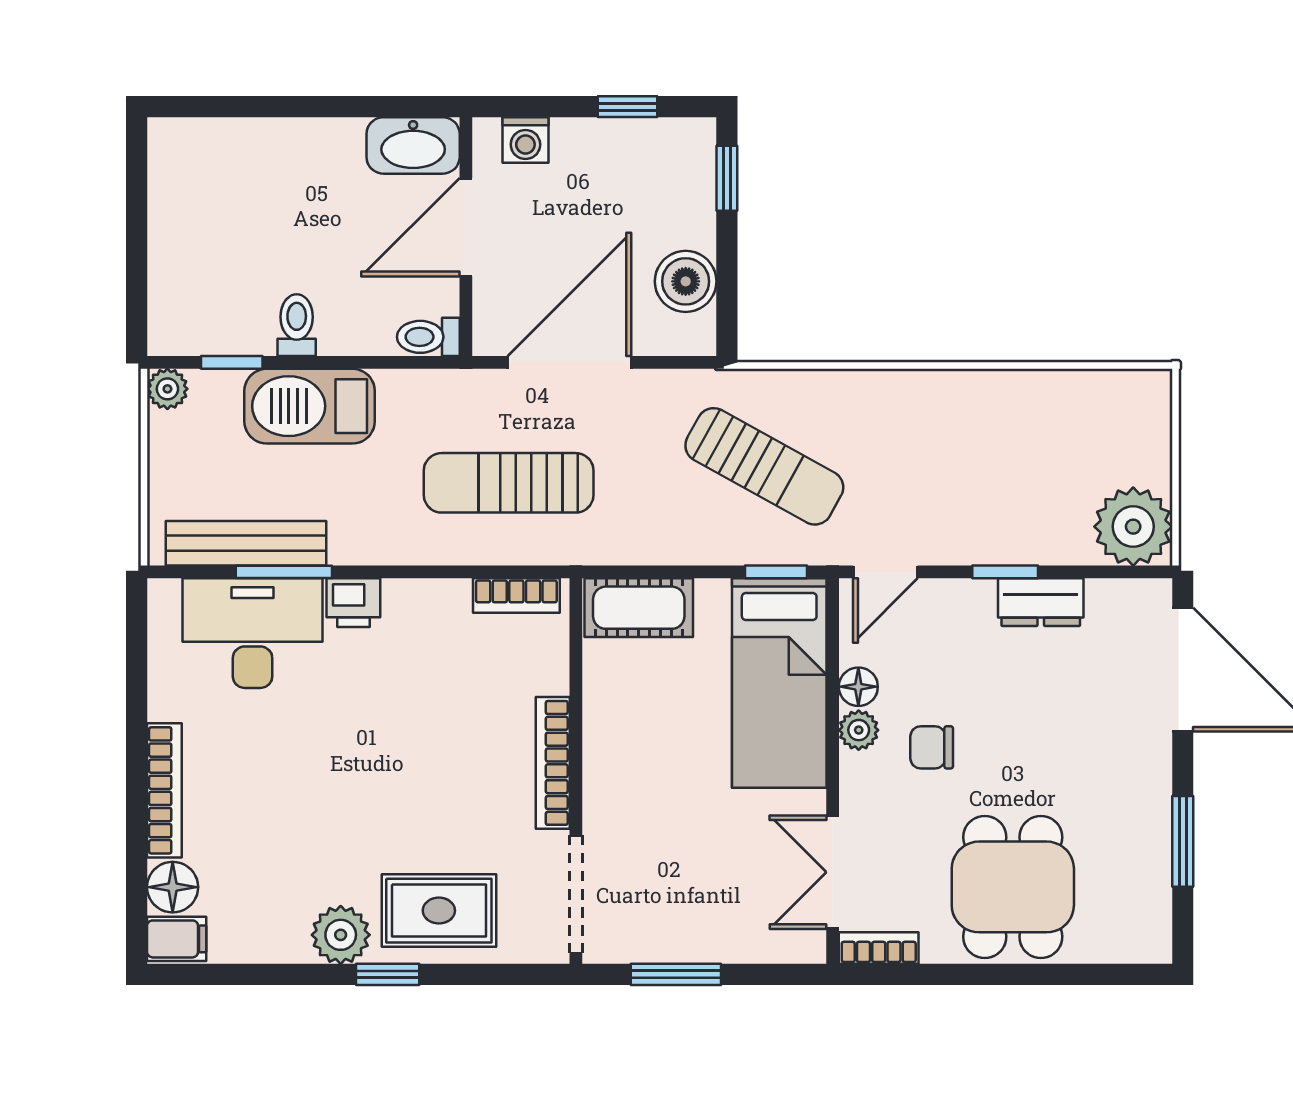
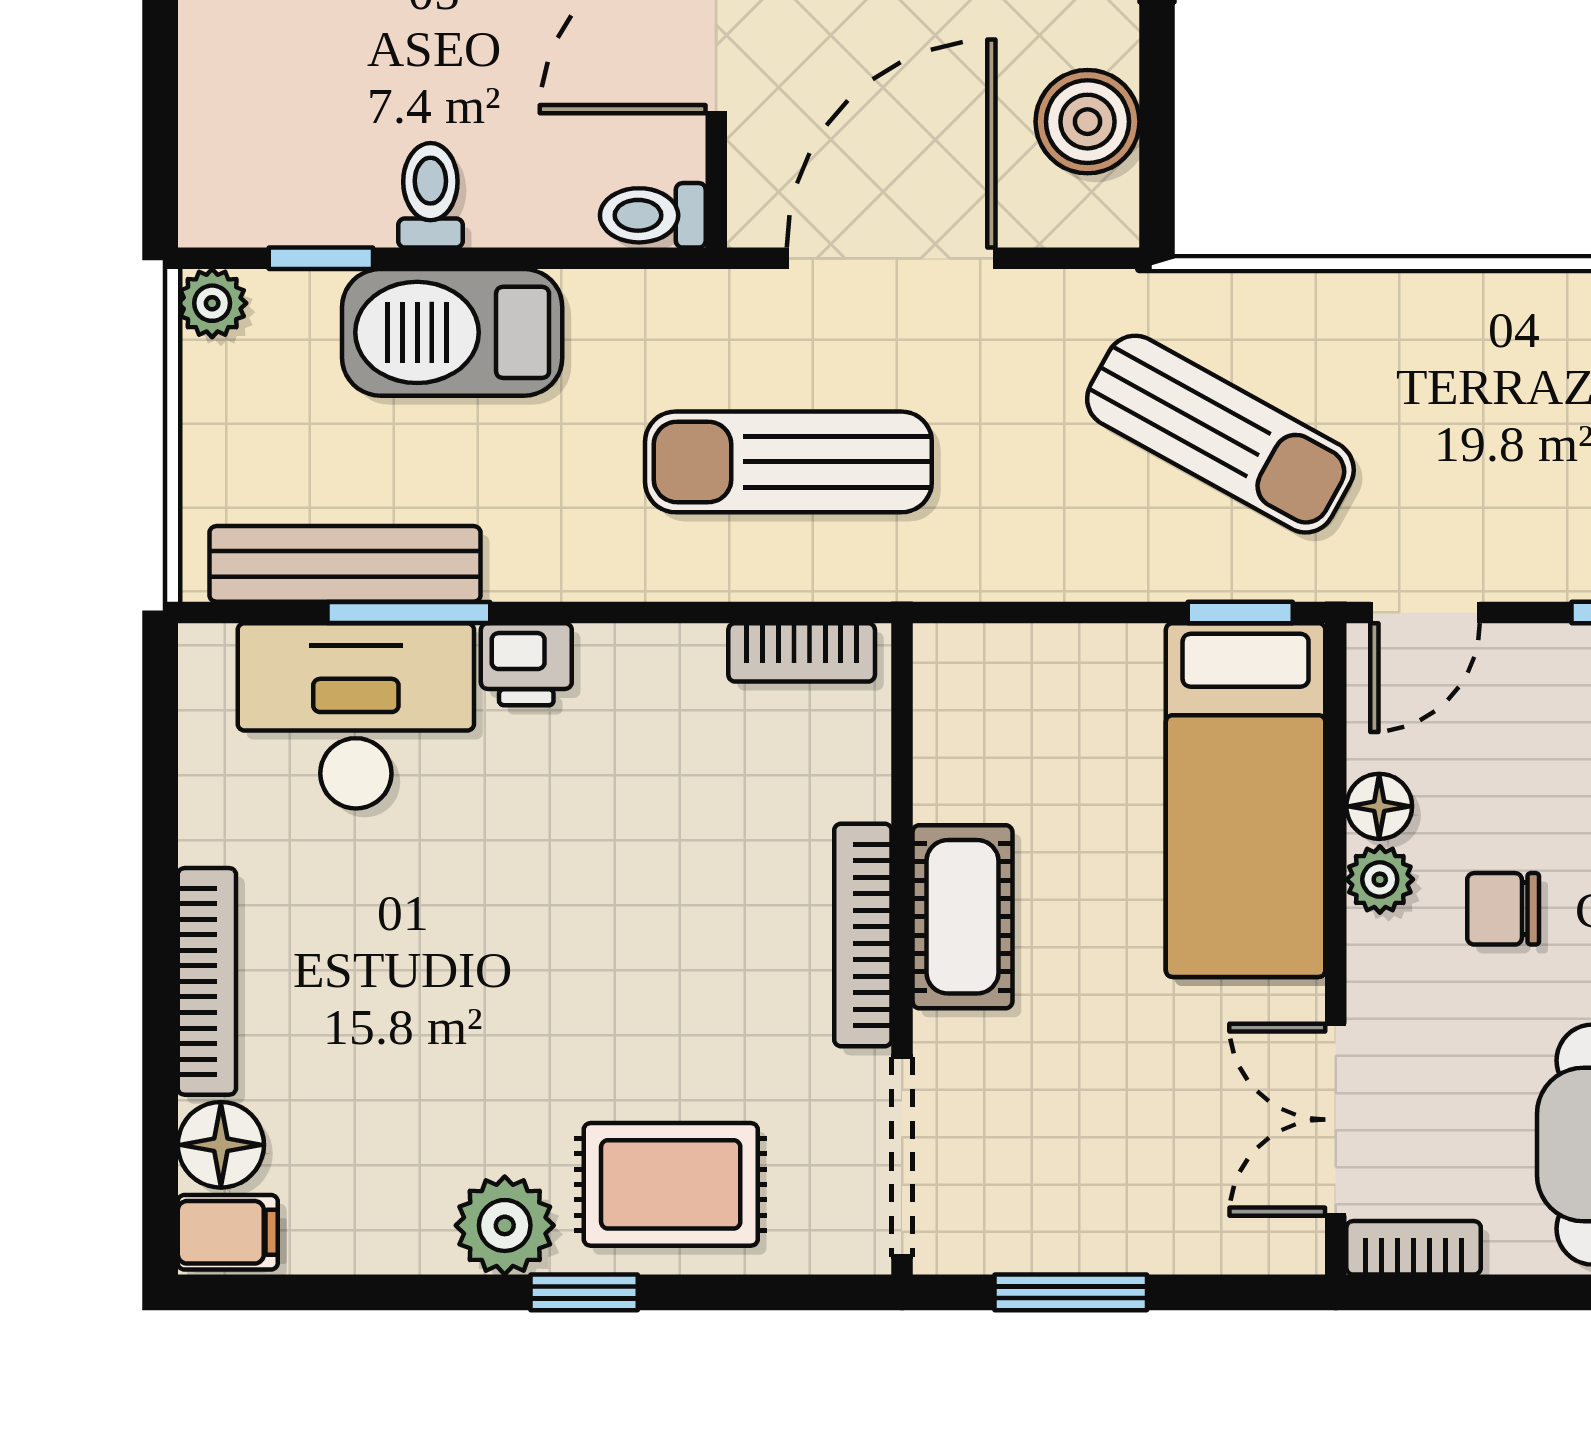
cot: (639, 608) -> (962, 917), moved, turned 90

